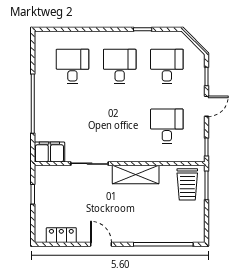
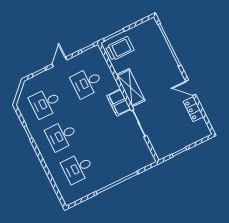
door: (207, 106) -> (59, 62), hinge flipped
filing cabinet: (49, 152) -> (119, 103), moved
locker: (61, 235) -> (193, 109), moved
door: (101, 244) -> (191, 88), hinge flipped

